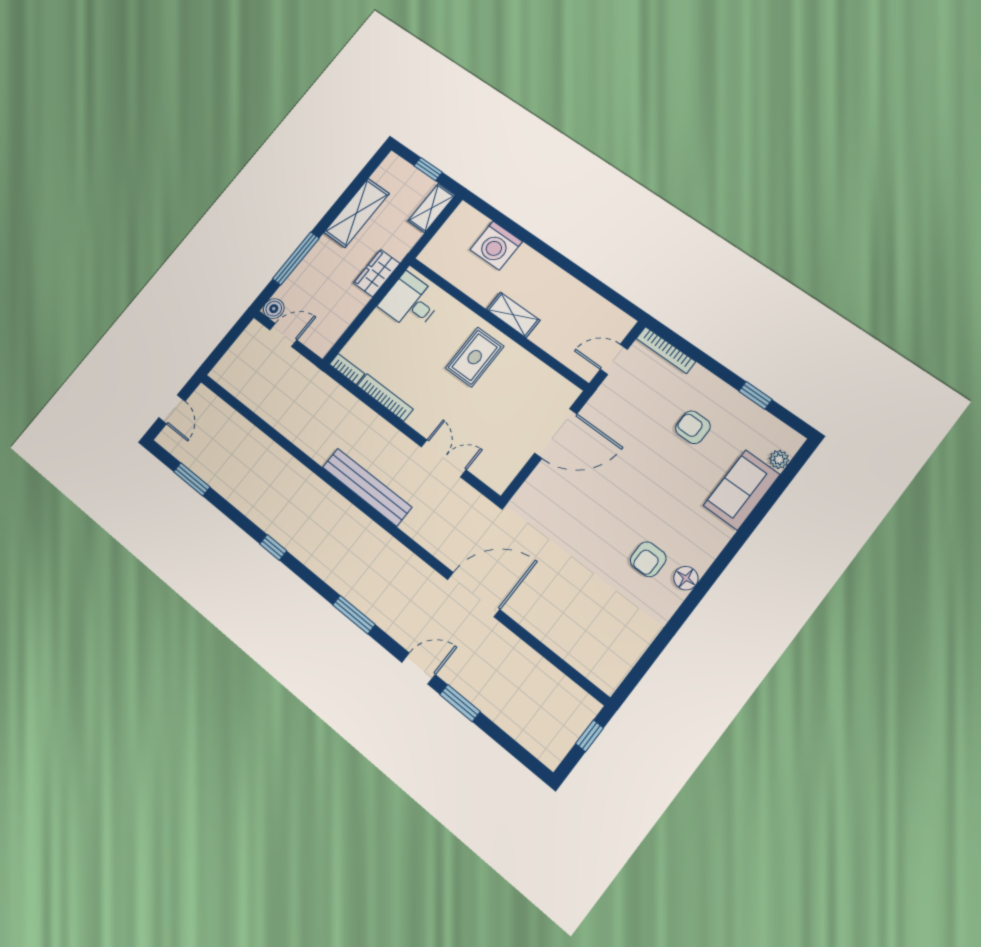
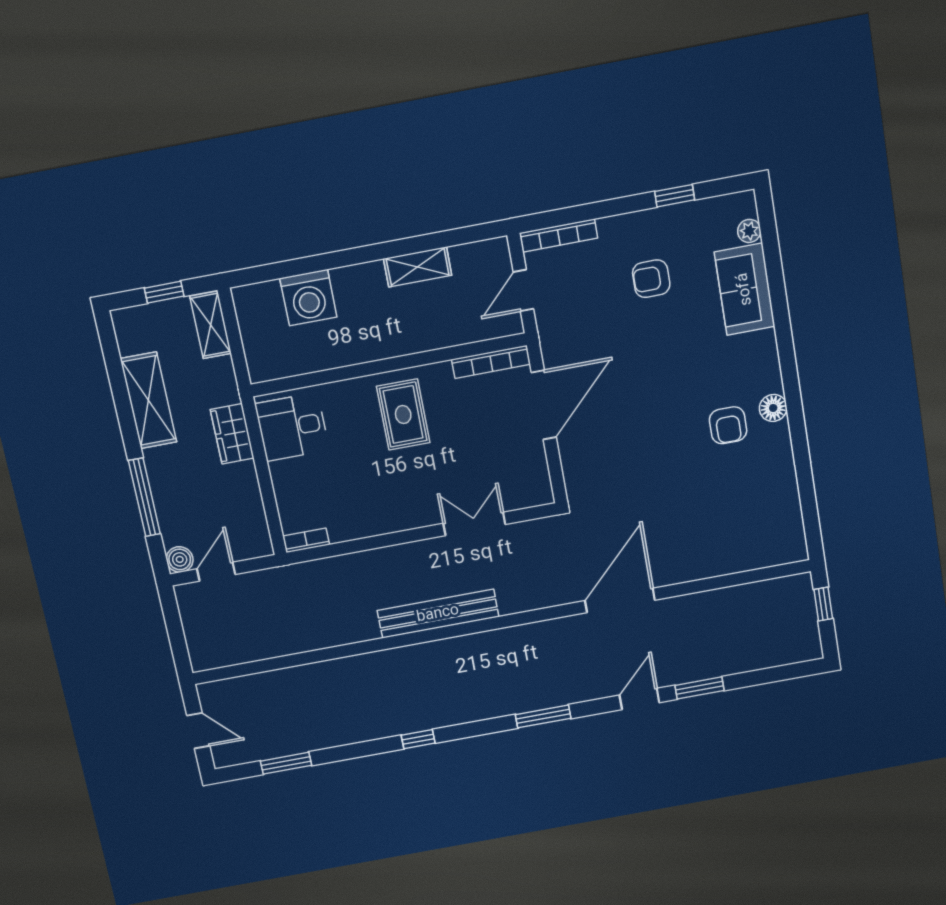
shelving: (513, 315) -> (418, 267), moved
bookcase: (385, 397) -> (491, 362), moved, turned 180

